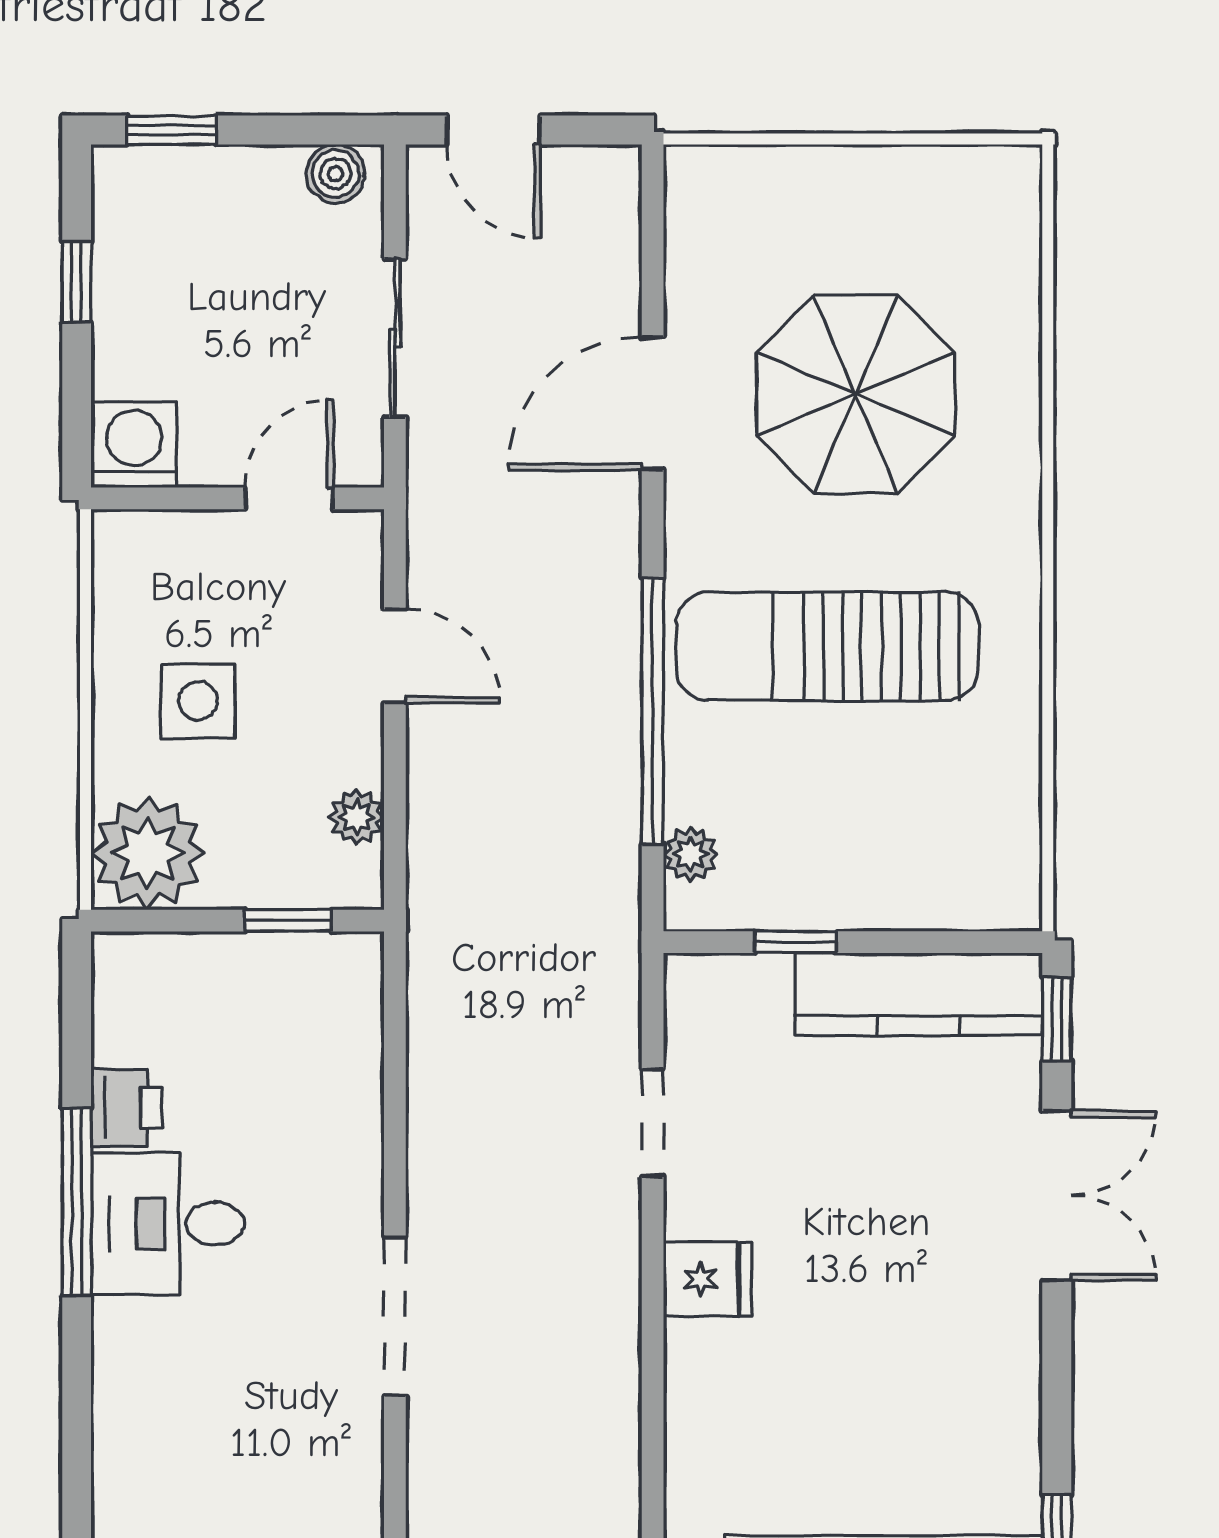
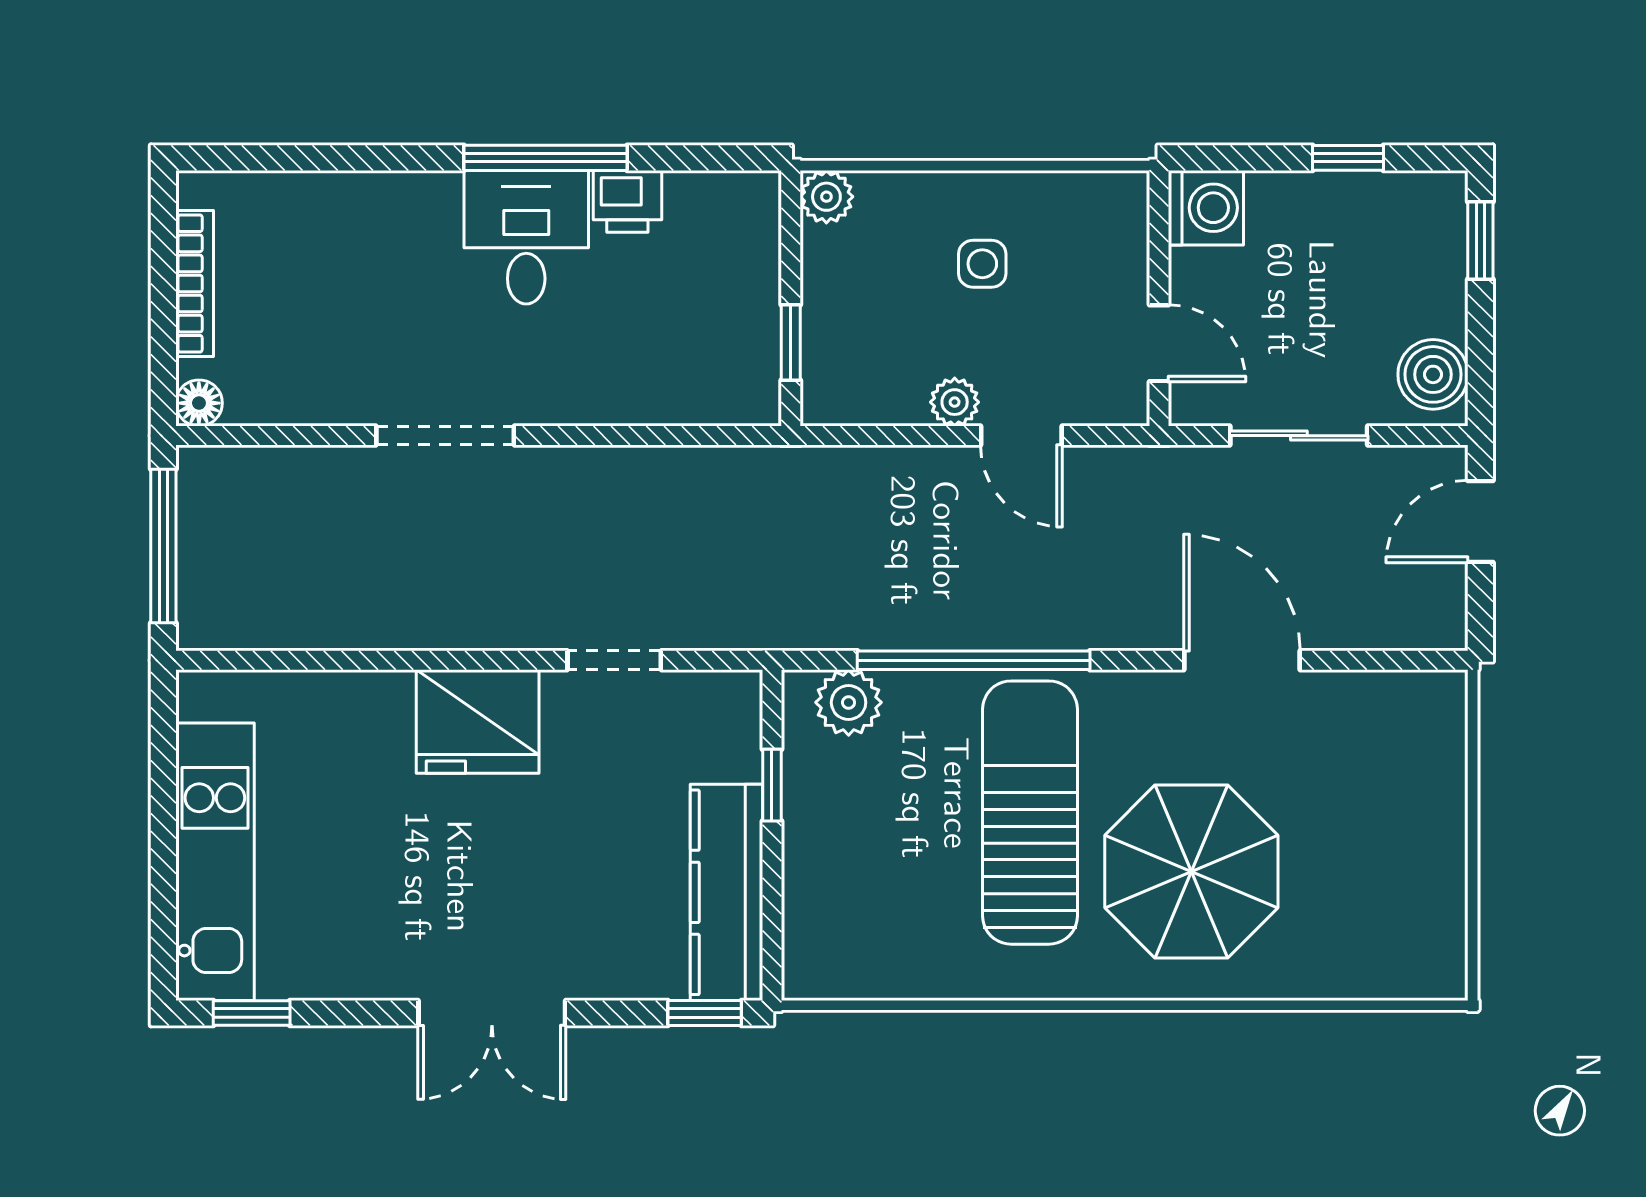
boiler: (336, 174) -> (1433, 374), width x1.36, depth x1.36
parasol: (856, 394) -> (1191, 872), moved
door: (395, 656) -> (1021, 436), hinge flipped
side table: (198, 701) -> (982, 264), width x0.73, depth x0.73
plant: (357, 817) -> (955, 402), moved
plant: (148, 853) -> (826, 197), width x0.53, depth x0.53
plant: (691, 854) -> (849, 702), width x1.38, depth x1.38
double door: (1057, 1196) -> (492, 1013), moved
fridge: (708, 1279) -> (478, 721), width x1.88, depth x1.34

